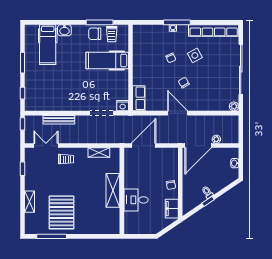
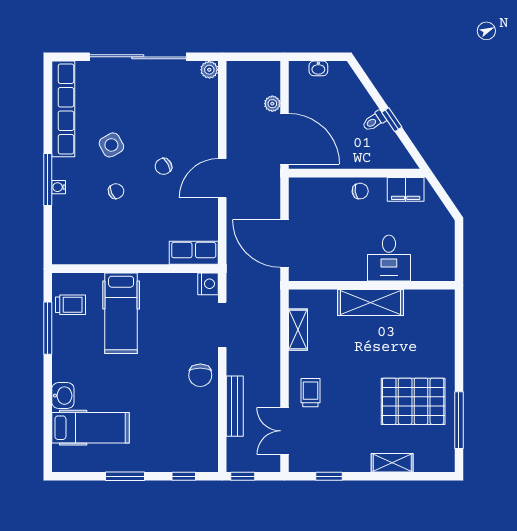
chair: (95, 34) -> (200, 375), moved

